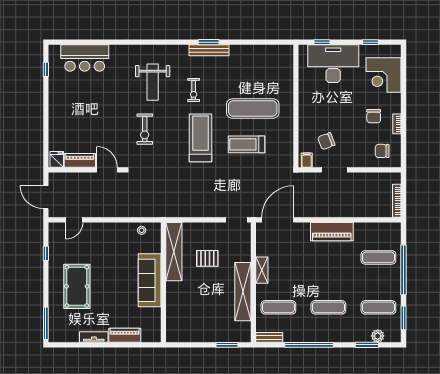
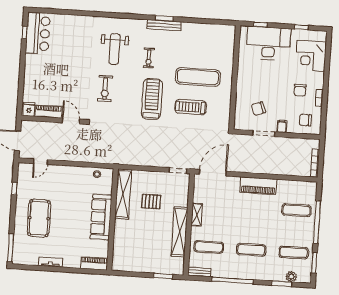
bar counter: (85, 58) -> (38, 33), moved, turned -90
filing cabinet: (307, 160) -> (282, 126), moved
piano: (125, 335) -> (94, 263), moved

